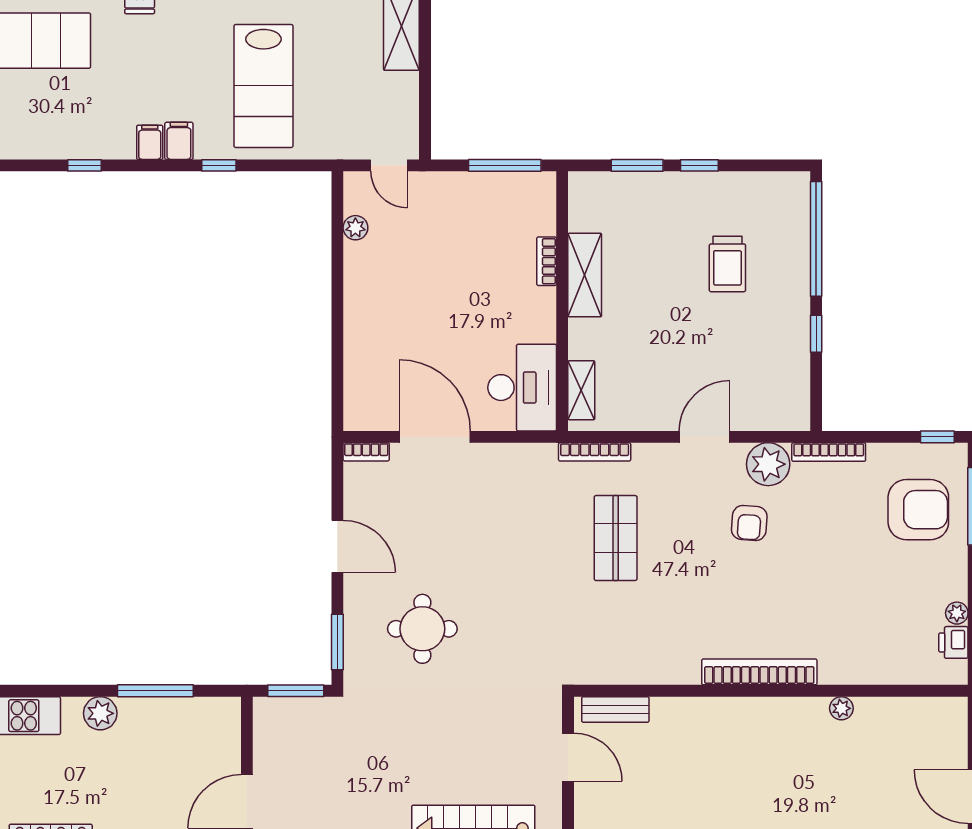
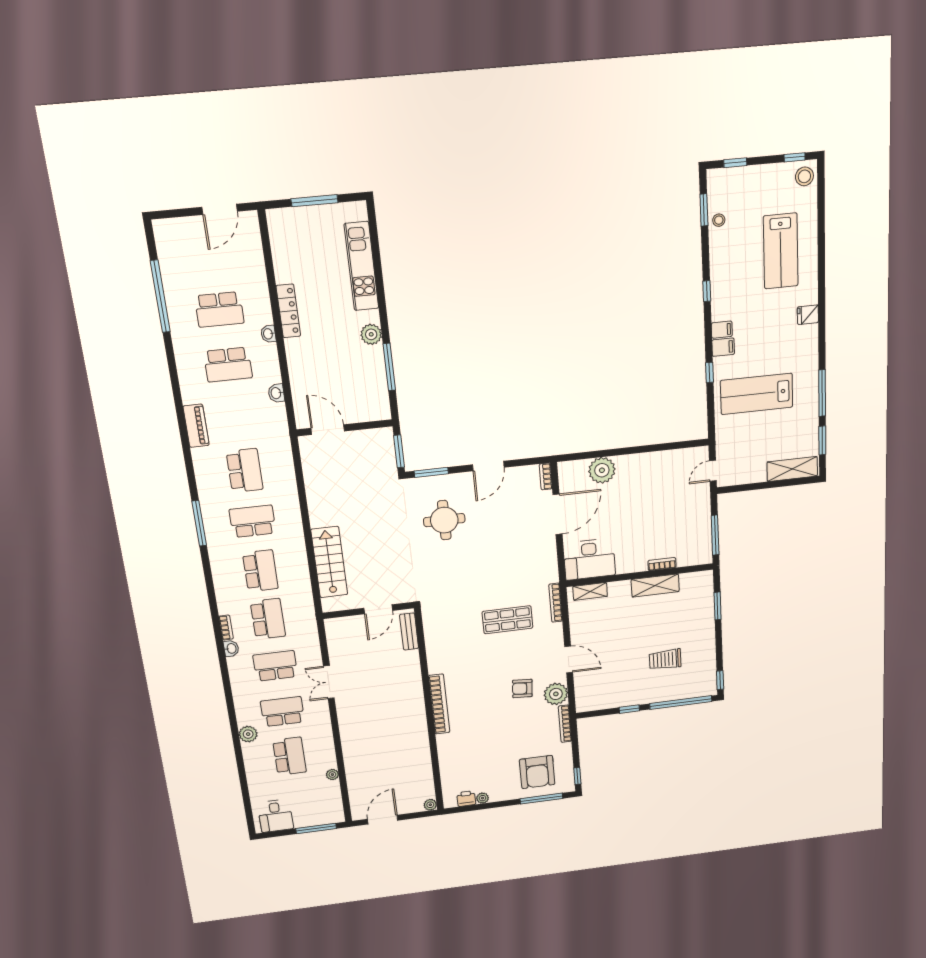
window: (699, 165) -> (720, 680), moved
plant: (355, 228) -> (602, 470), moved, width x1.88, depth x1.88
plant: (841, 708) -> (430, 805), moved

